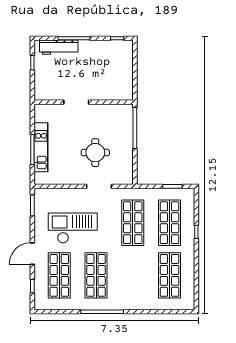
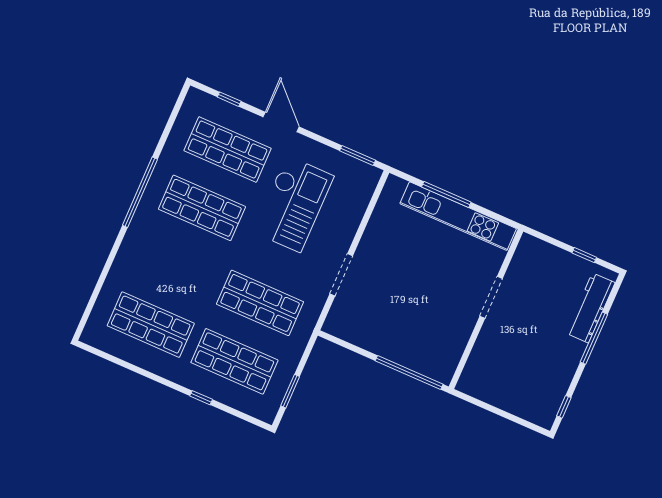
kitchen unit: (41, 147) -> (458, 216), width x1.36
round table: (95, 153) -> (398, 292), removed

